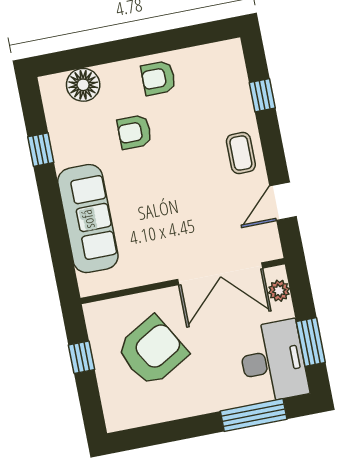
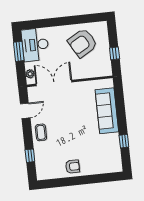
floor lamp: (83, 85) -> (104, 166), removed
armchair: (134, 132) -> (84, 145), removed
armchair: (152, 351) -> (83, 43), moved
window: (254, 415) -> (45, 23), removed

